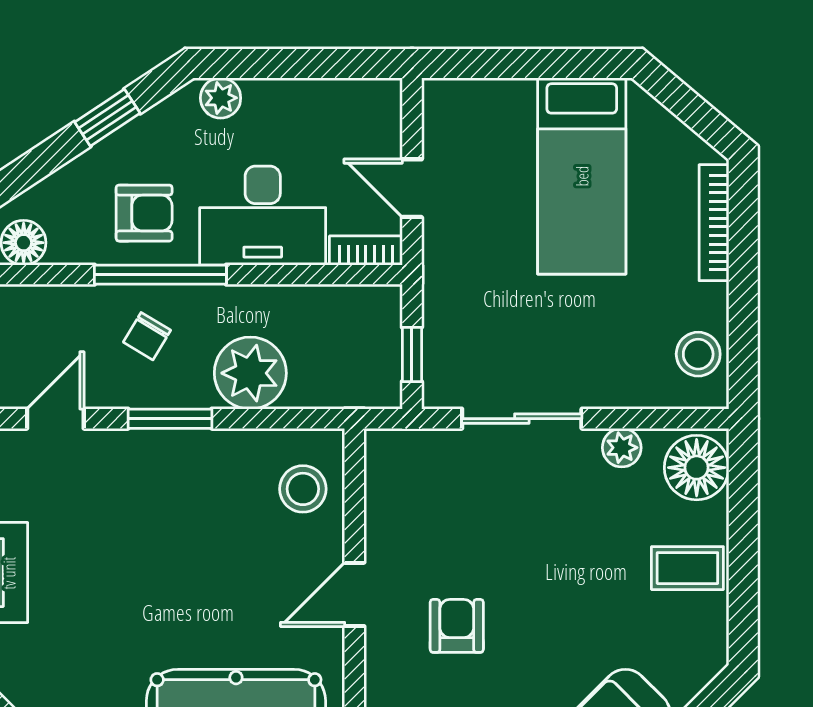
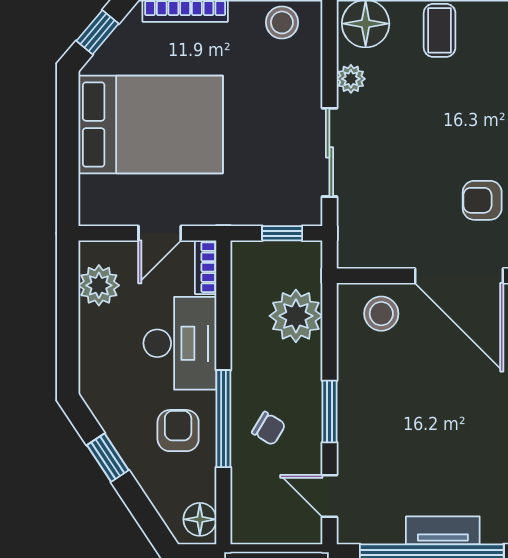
plant: (221, 98) -> (99, 285), moved, width x1.38, depth x1.38
window: (685, 104) -> (97, 32), added
bed: (582, 176) -> (151, 124), width x1.50
plant: (250, 373) -> (296, 316), moved
door: (354, 594) -> (459, 276), width x1.88

